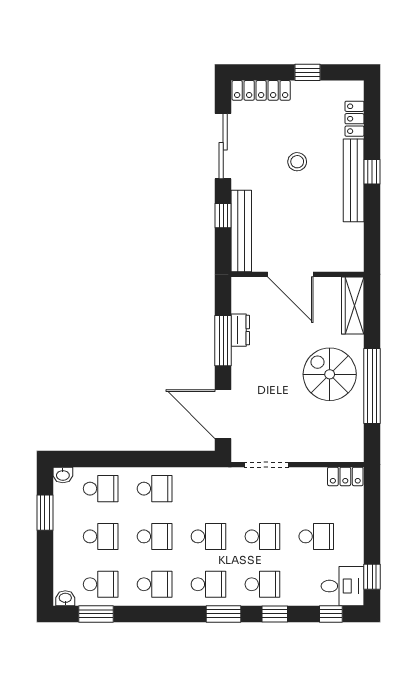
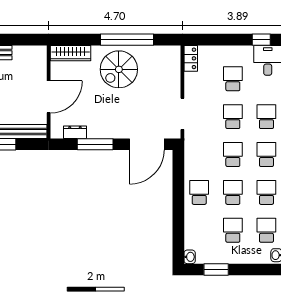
dresser: (240, 330) -> (75, 132), moved
school desk: (101, 489) -> (199, 230), removed

